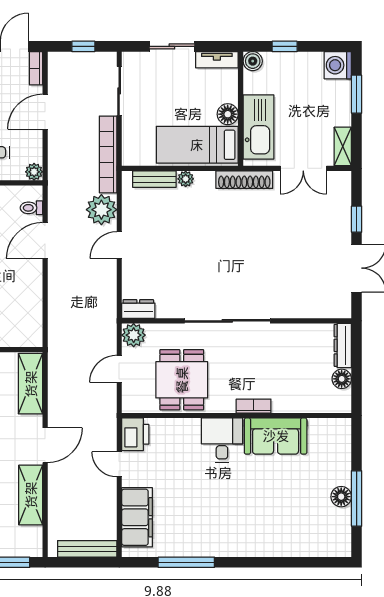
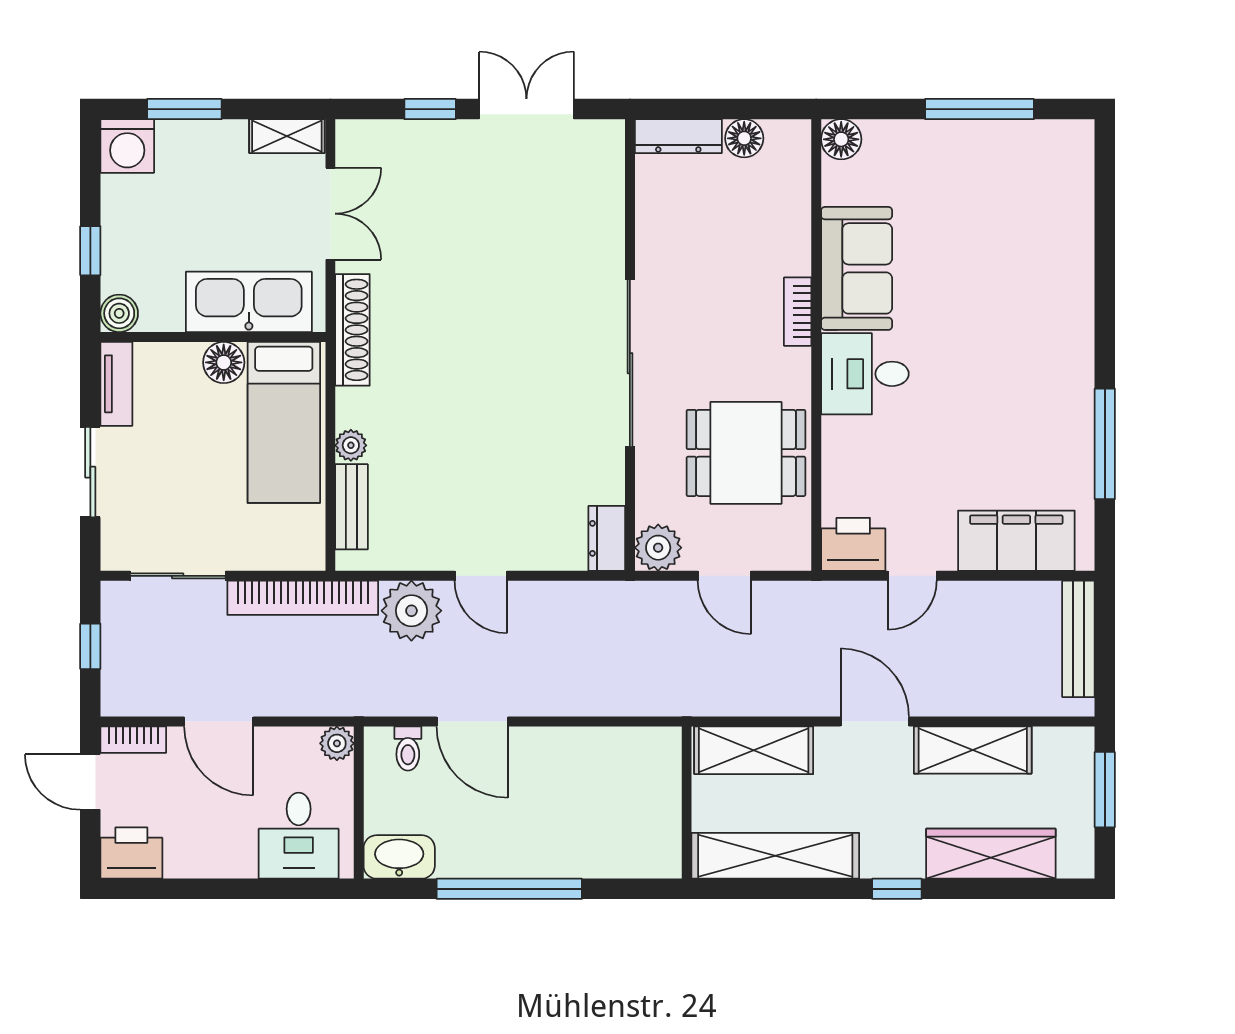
floor lamp: (341, 497) -> (841, 139), moved

